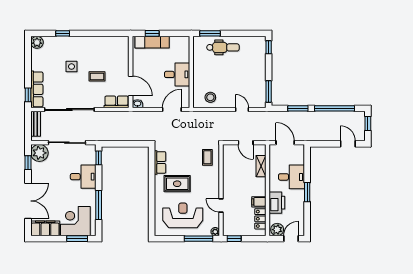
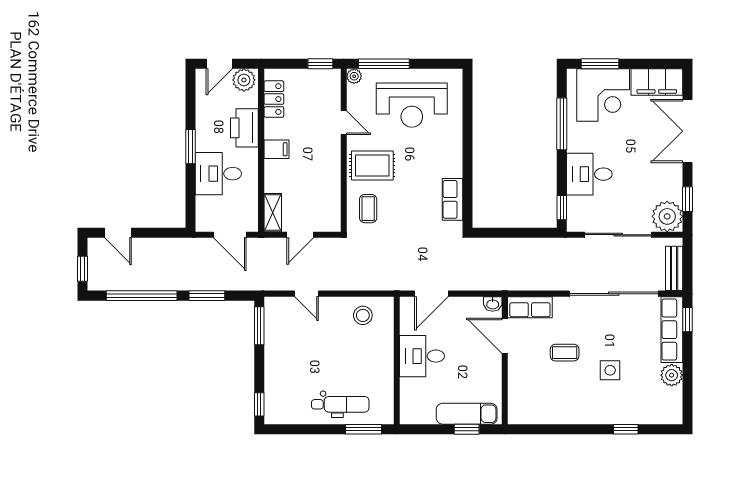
plant: (37, 42) -> (672, 375), moved
dental chair: (223, 47) -> (340, 404), turned 180
door: (246, 143) -> (300, 235), swing flipped
shelving: (261, 166) -> (273, 213), moved
rug: (177, 184) -> (372, 165), moved
filing cabinet: (259, 202) -> (277, 149), moved

